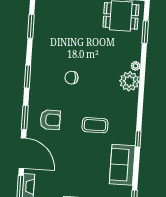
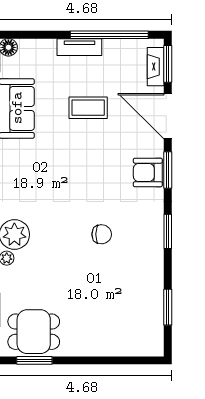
armchair: (50, 120) -> (148, 172), moved
coffee table: (95, 125) -> (88, 108), moved

